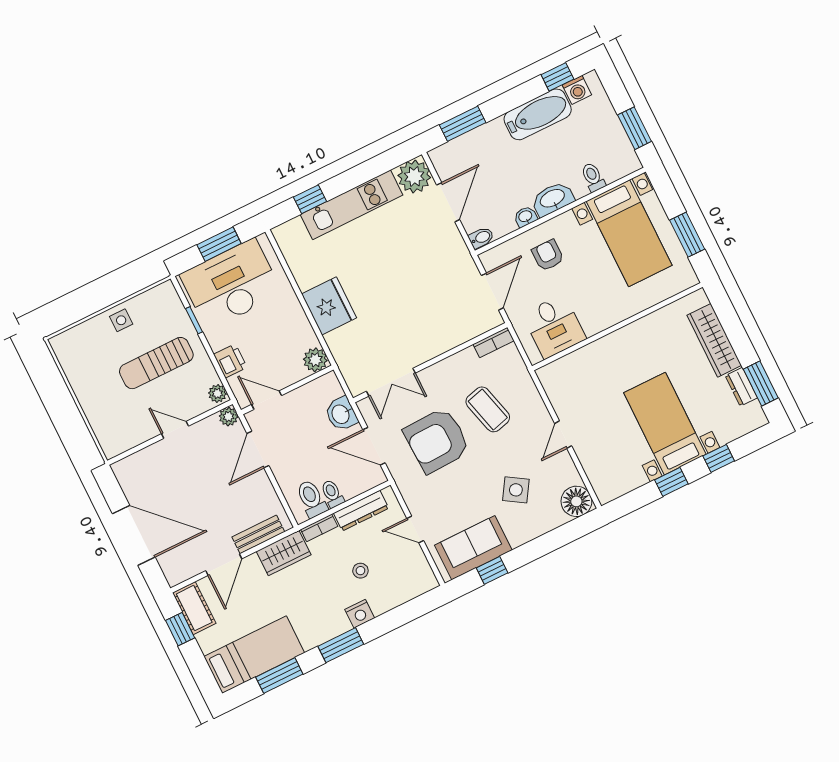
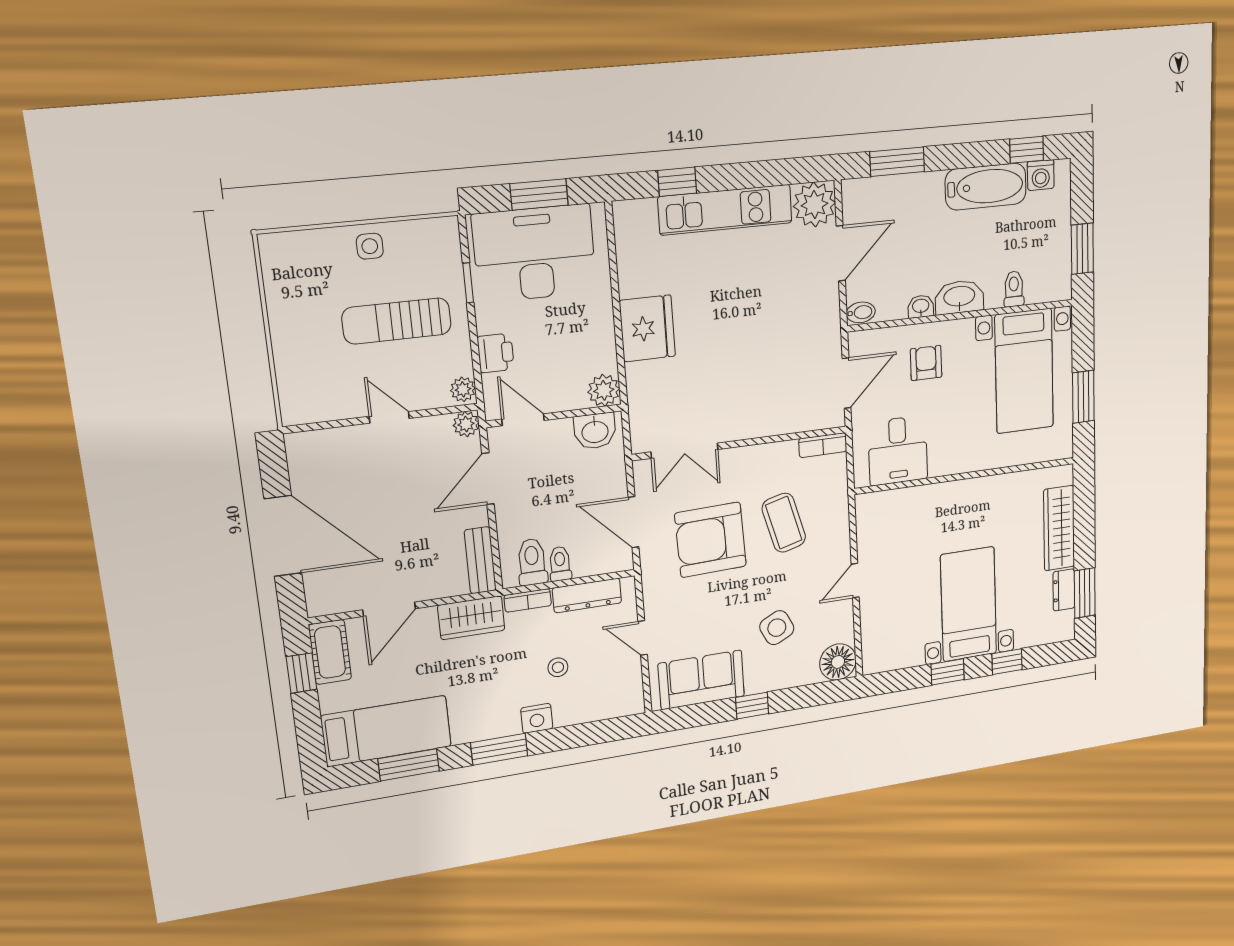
washbasin: (341, 414) -> (595, 431), moved, turned -90
side table: (516, 490) -> (777, 628), turned 32
bench: (258, 534) -> (480, 560), moved, turned 90
window: (492, 570) -> (752, 706), moved

